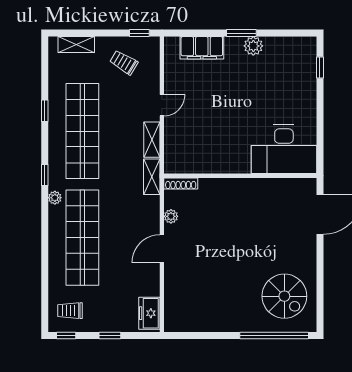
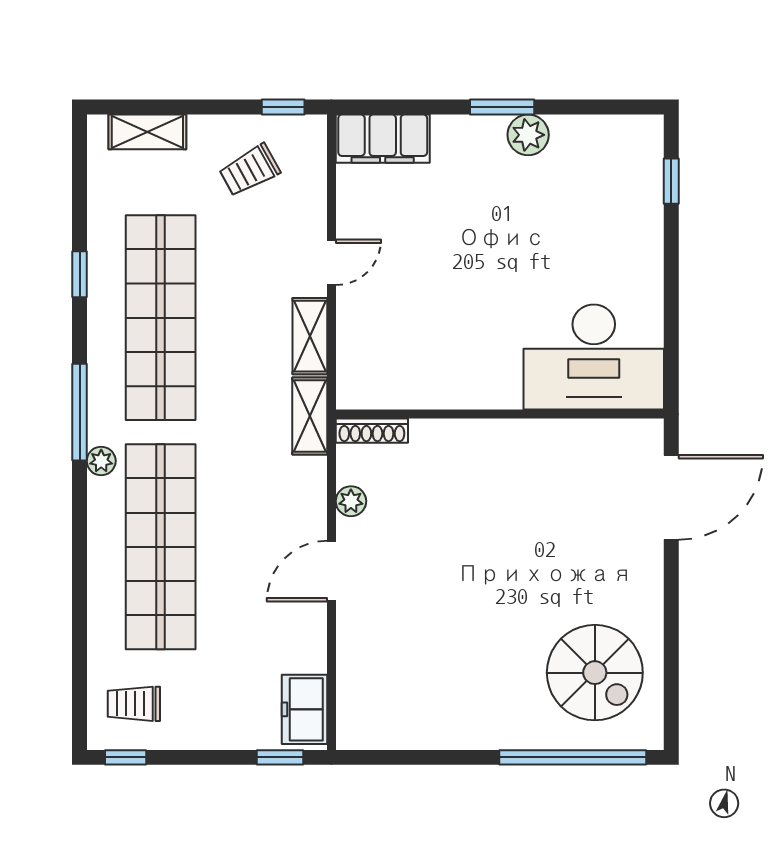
filing cabinet: (202, 48) -> (383, 139), moved
trolley: (124, 62) -> (250, 170), turned -60
window: (45, 175) -> (80, 412), width x2.17
window: (110, 336) -> (280, 757), moved

